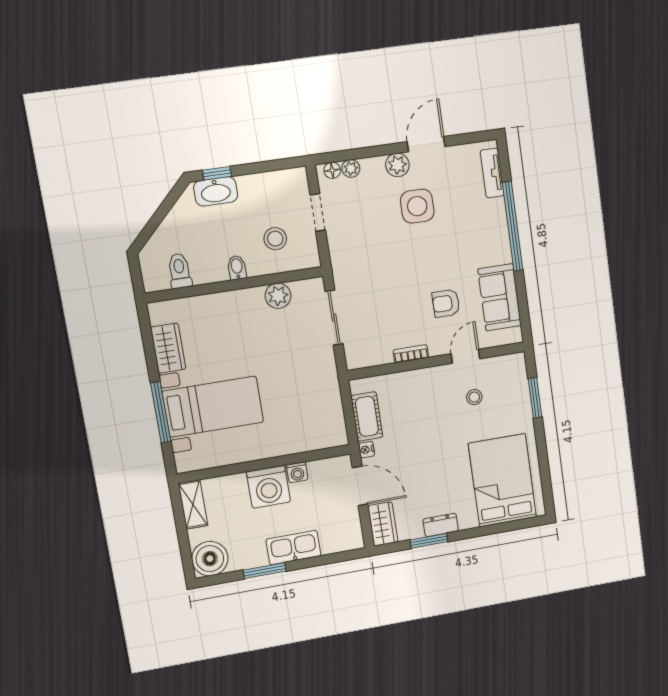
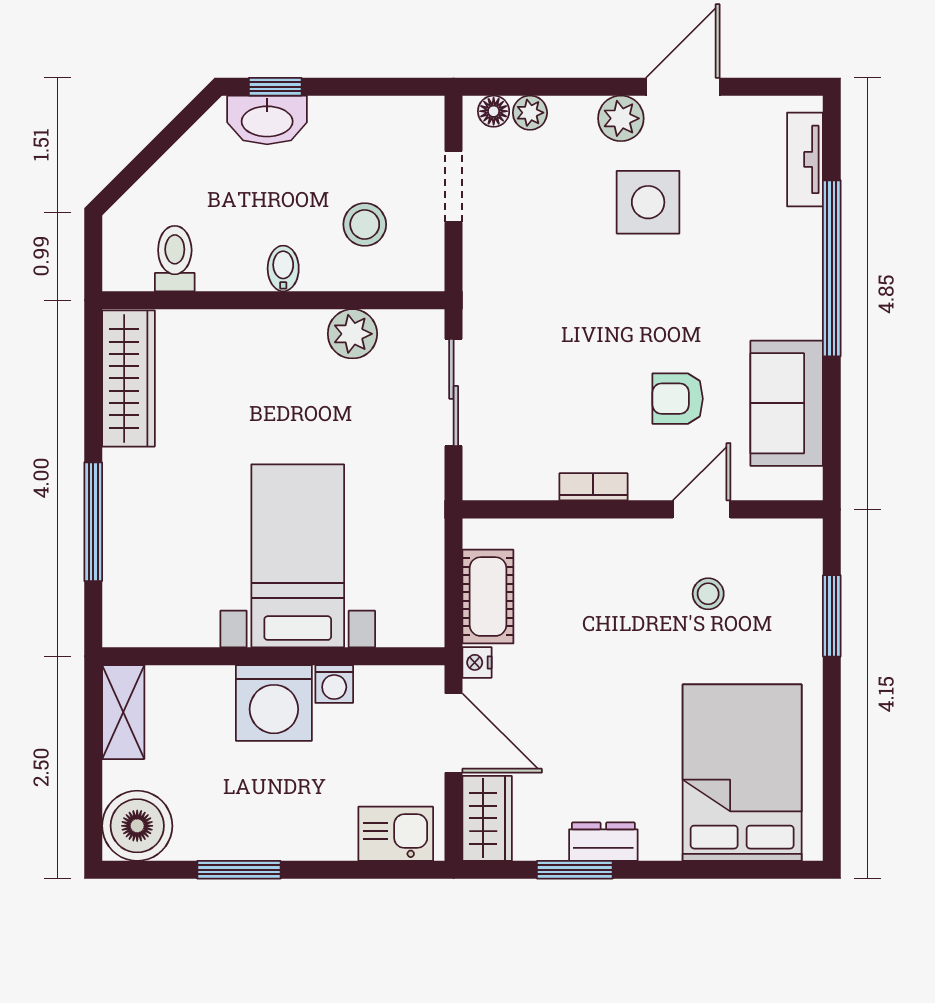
wardrobe: (168, 348) -> (128, 378), width x1.50
bed with nightstands: (213, 407) -> (298, 556), moved, turned -90
kitchen sink: (293, 548) -> (396, 834), moved, width x0.73

